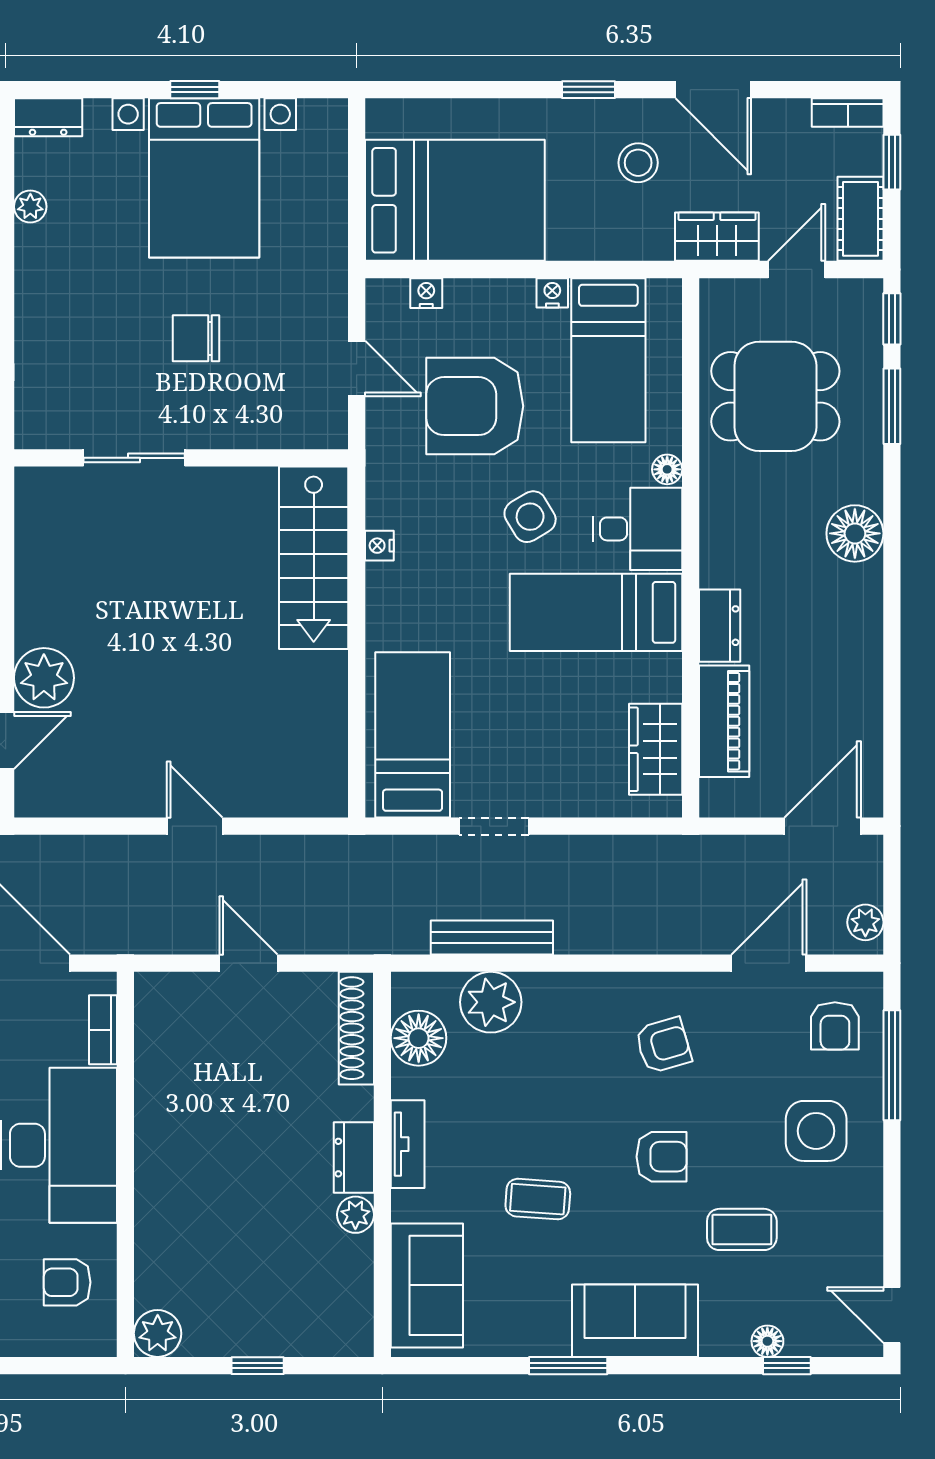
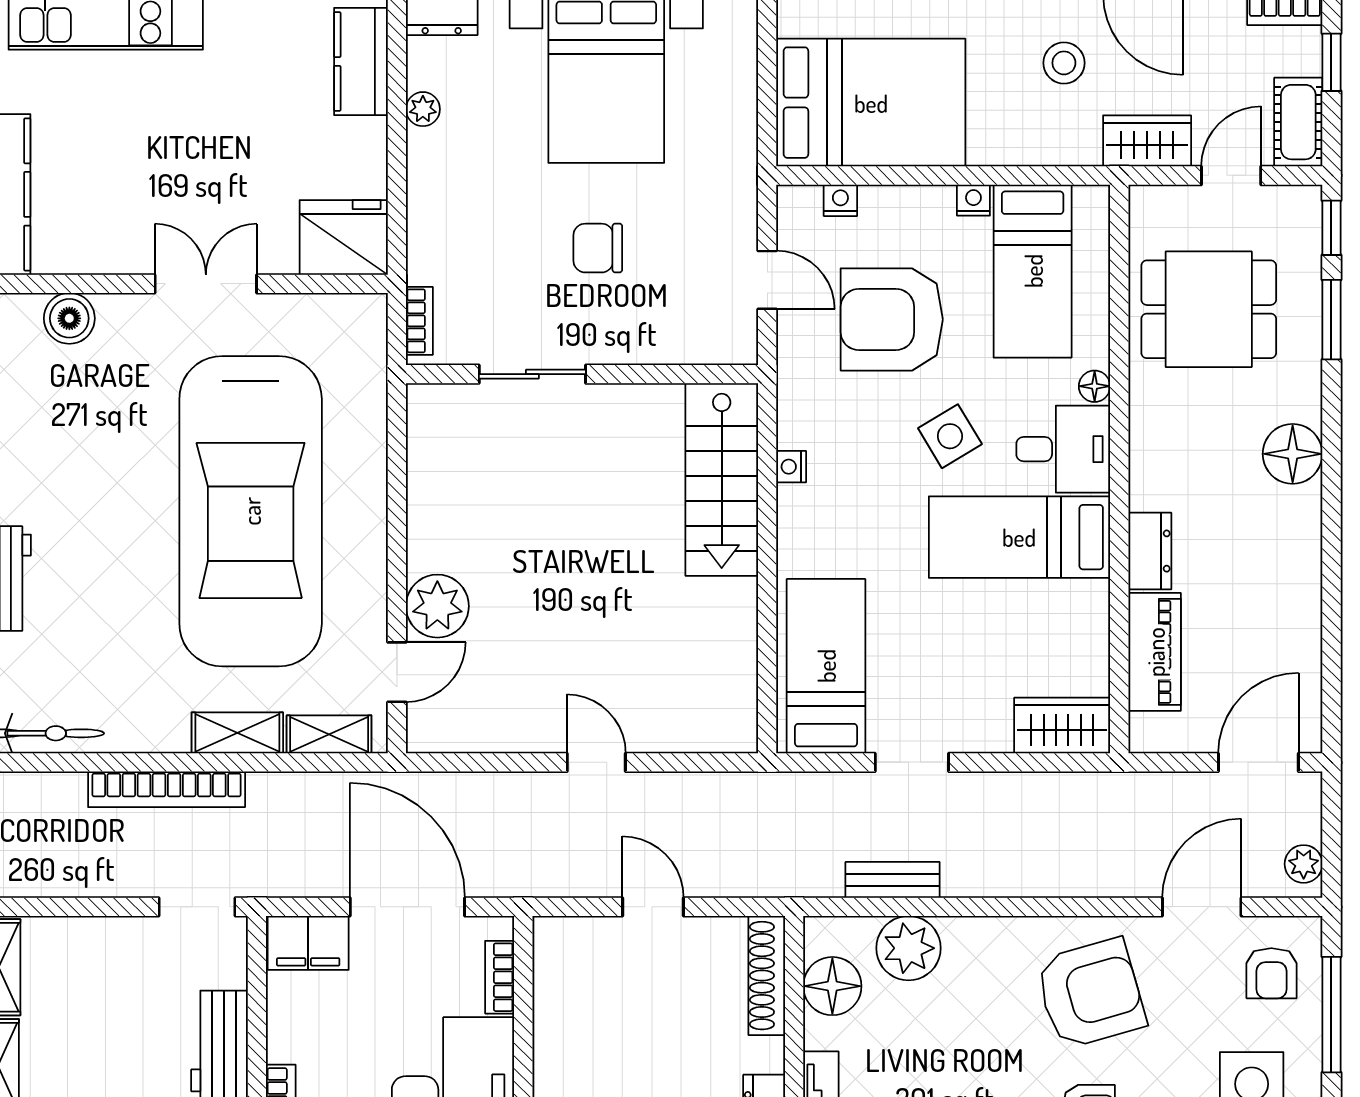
bookcase: (27, 407) -> (419, 321), added
wardrobe: (656, 749) -> (1062, 726), moved, turned 90
bench: (492, 937) -> (893, 880), width x0.73
armchair: (663, 1045) -> (1090, 993), width x1.88, depth x1.88

